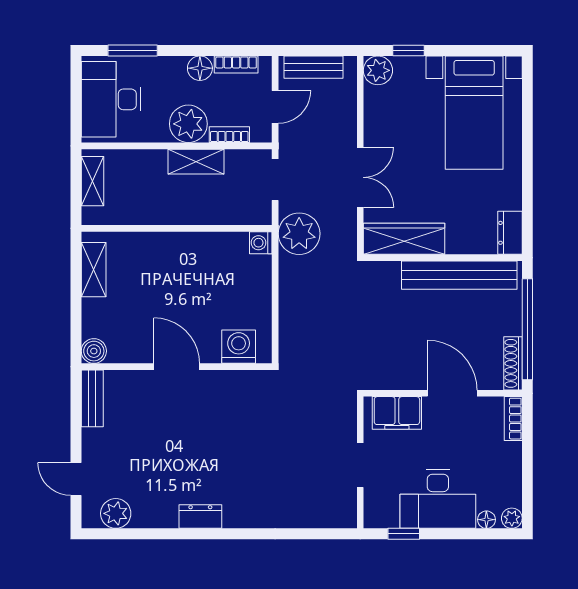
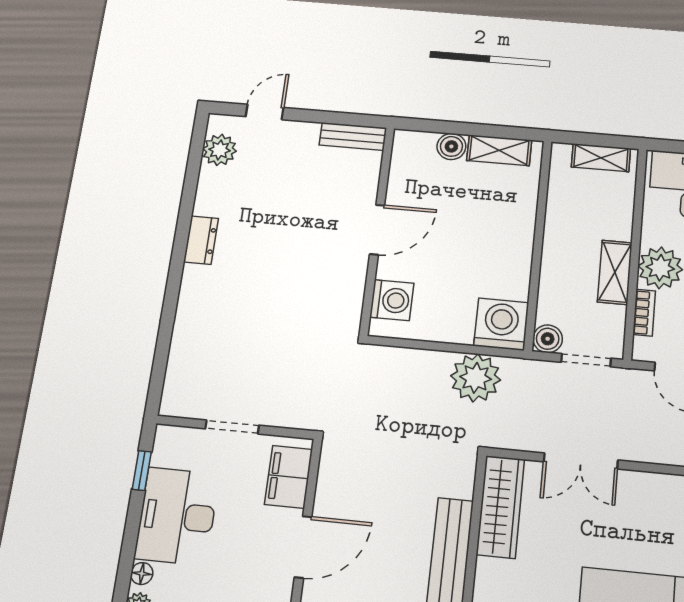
boiler: (260, 213) -> (548, 339), added
plant: (299, 234) -> (476, 378), moved
washing machine: (261, 243) -> (501, 324), width x1.89, depth x1.89
boiler: (94, 351) -> (451, 146), moved

